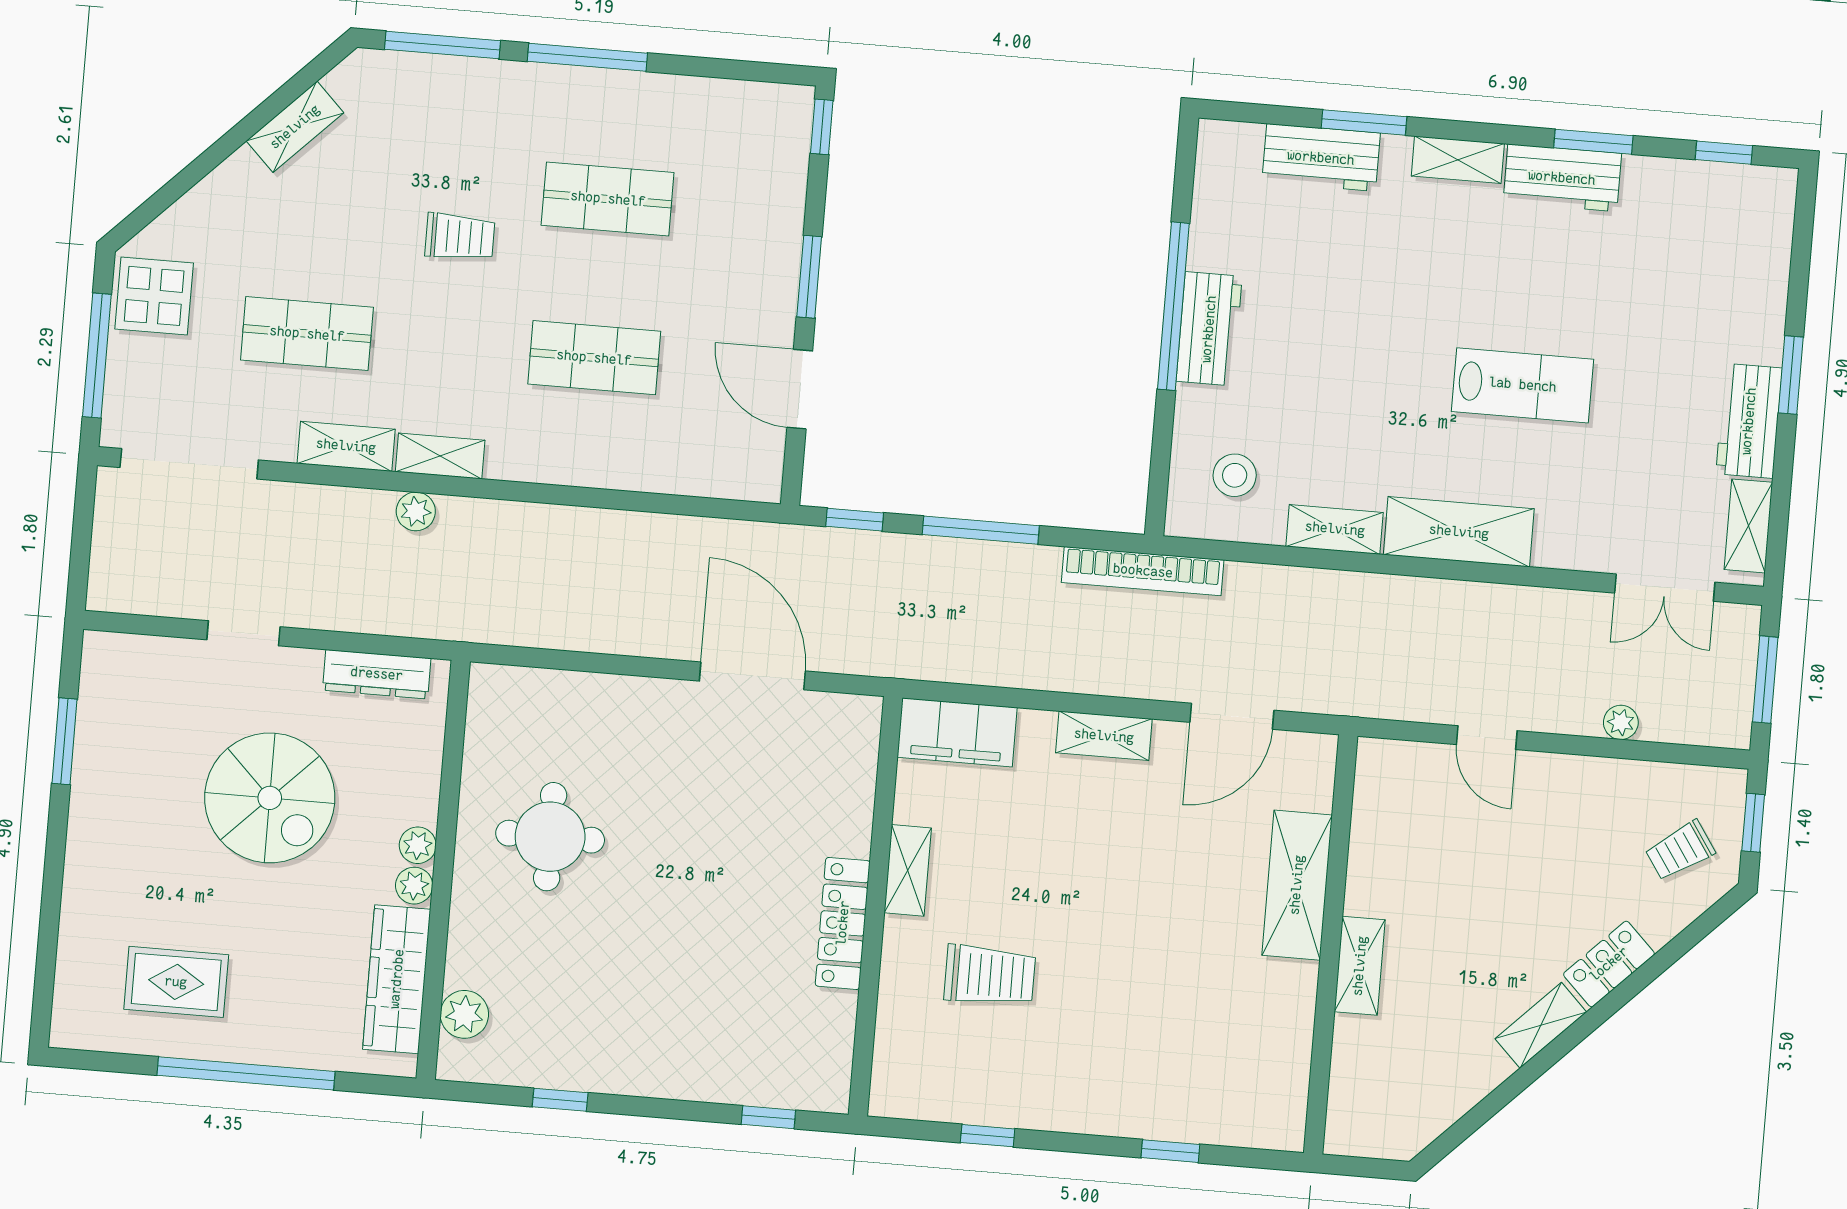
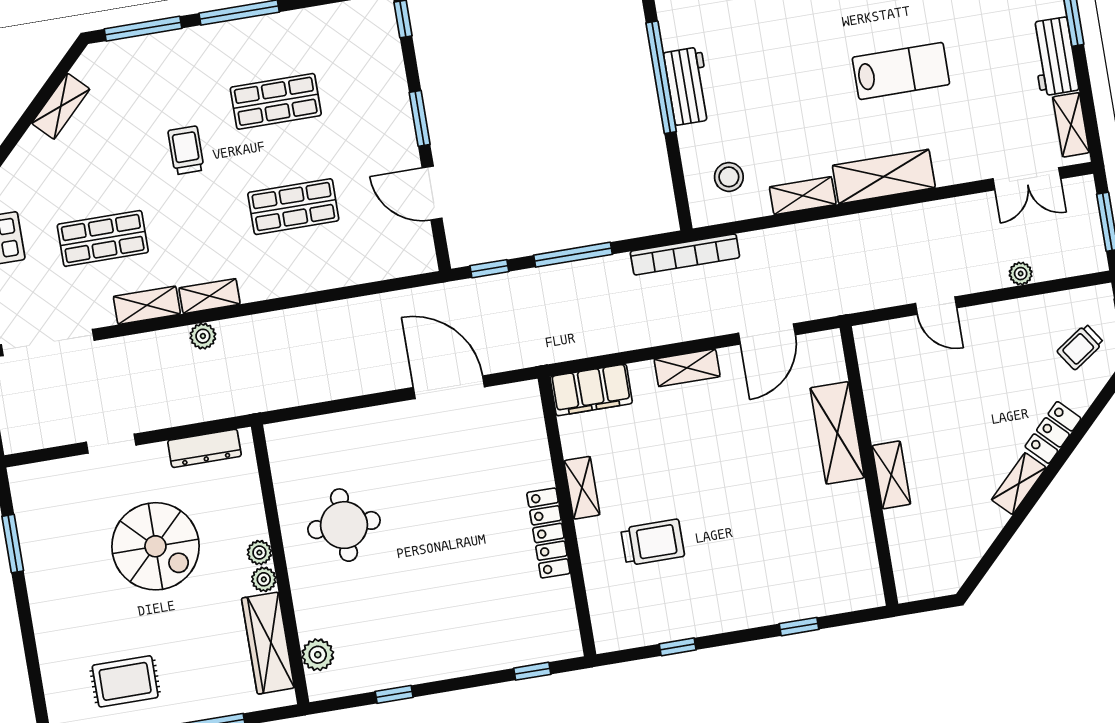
trolley: (460, 237) -> (186, 150), turned -90

